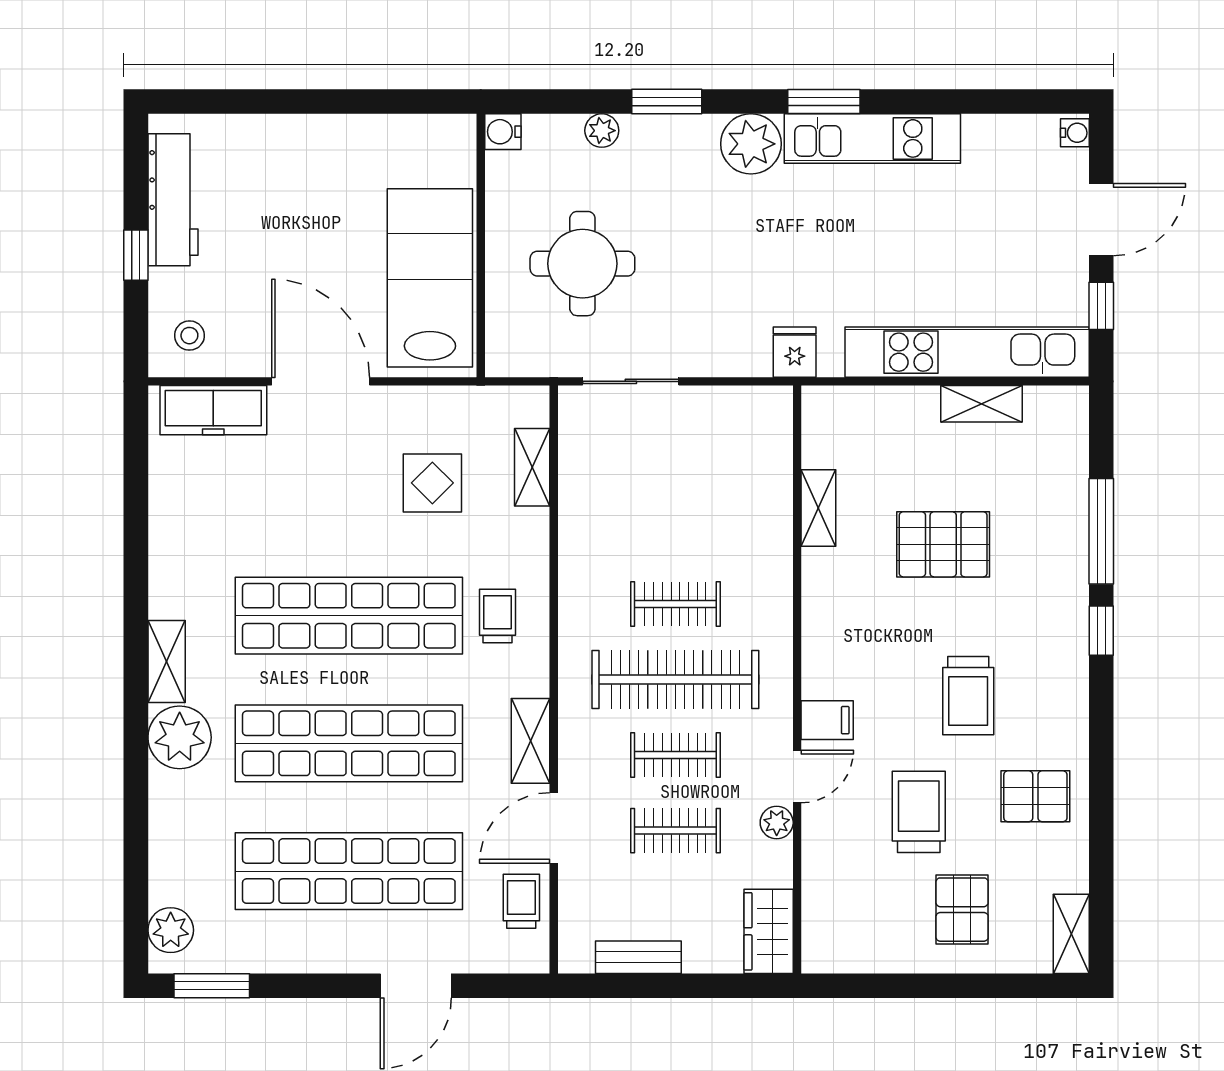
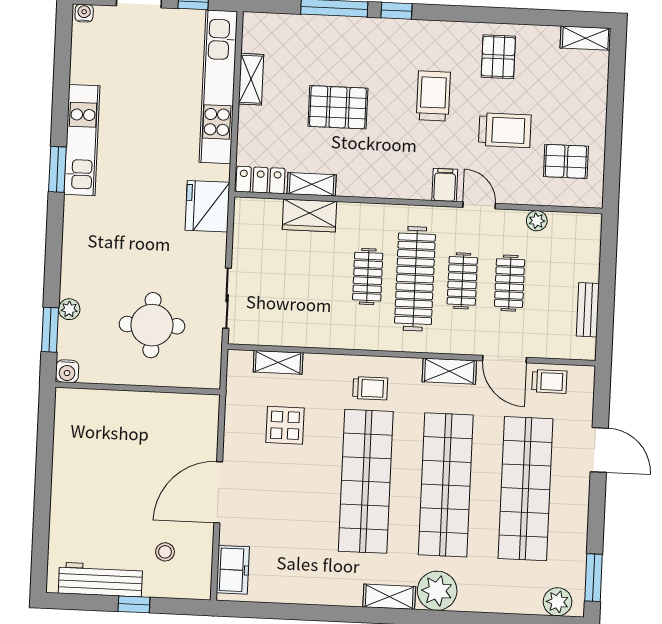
window: (667, 102) -> (50, 330), moved
plant: (751, 144) -> (82, 216), removed
lab bench: (430, 278) -> (157, 421), removed
stool: (189, 336) -> (165, 552), moved
fridge: (795, 352) -> (207, 206), width x1.88, depth x1.34
freezer: (213, 410) -> (233, 570), width x0.71
locker: (822, 426) -> (260, 180), added
pallet: (943, 544) -> (338, 107), turned 90
trolley: (497, 616) -> (370, 388), turned 180
trolley: (968, 696) -> (433, 96), turned -90
trolley: (919, 812) -> (505, 130), turned 180
plant: (777, 823) -> (537, 221), moved
trolley: (521, 901) -> (549, 381), turned 180
pallet: (962, 910) -> (566, 161), moved
wardrobe: (769, 931) -> (309, 216), moved

